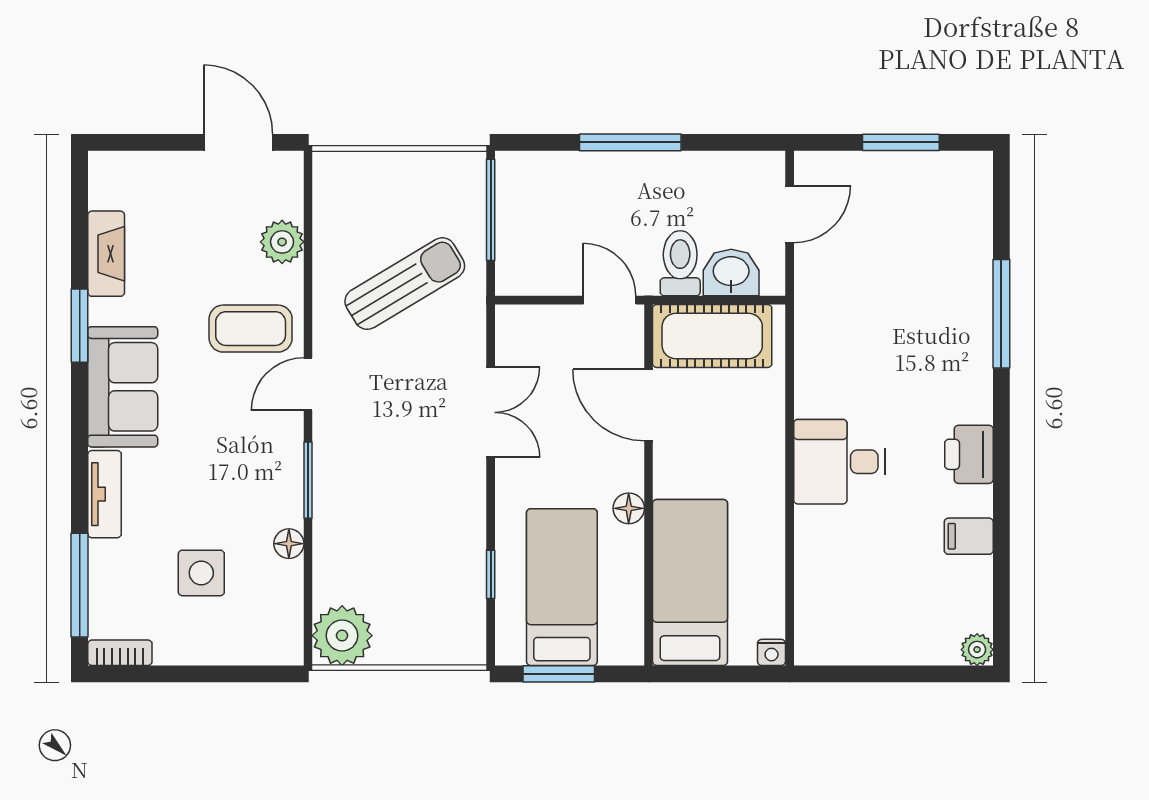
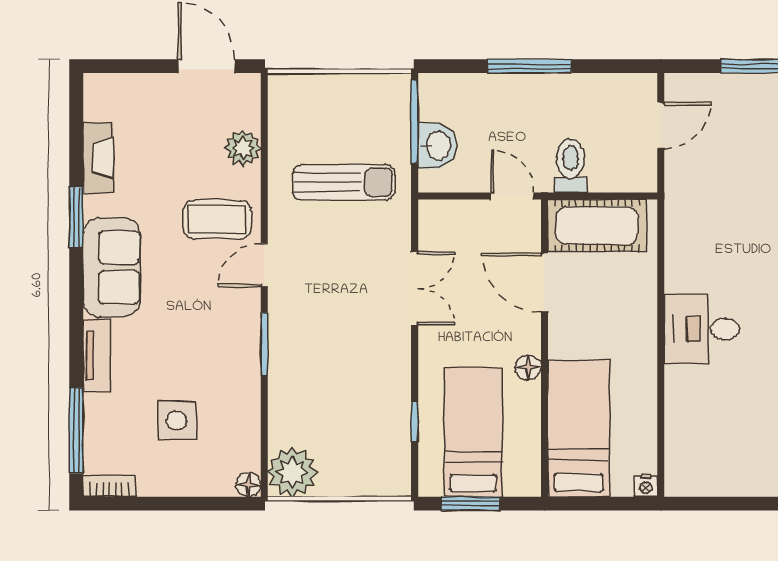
washbasin: (731, 273) -> (437, 146), moved, turned 90
sun lounger: (405, 284) -> (344, 182), turned 31
floor lamp: (289, 544) -> (249, 485), moved

